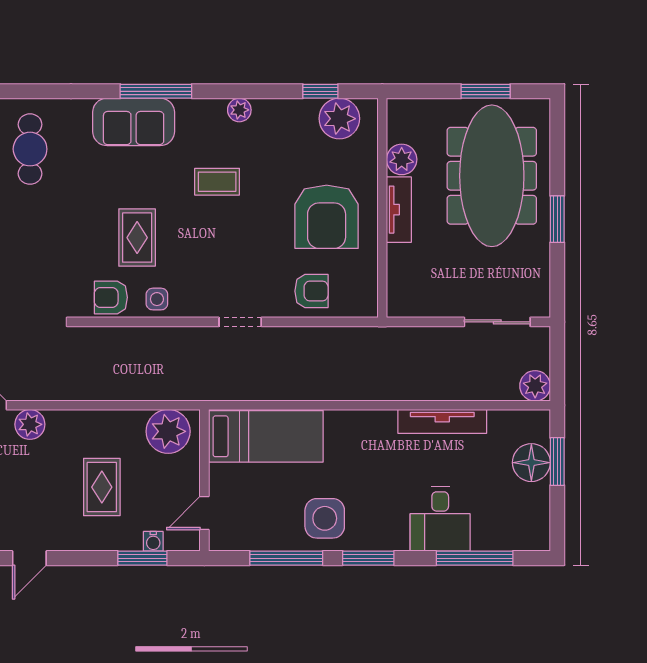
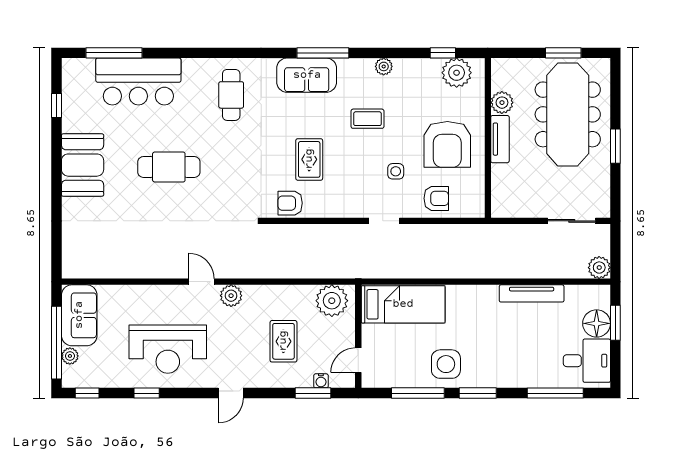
side table: (157, 299) -> (396, 171), moved
desk: (440, 519) -> (587, 361), moved, turned -90

